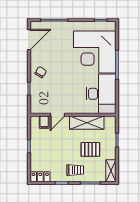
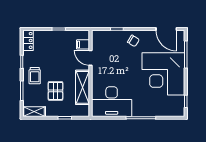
corner desk: (95, 52) -> (163, 74), moved, turned -90

